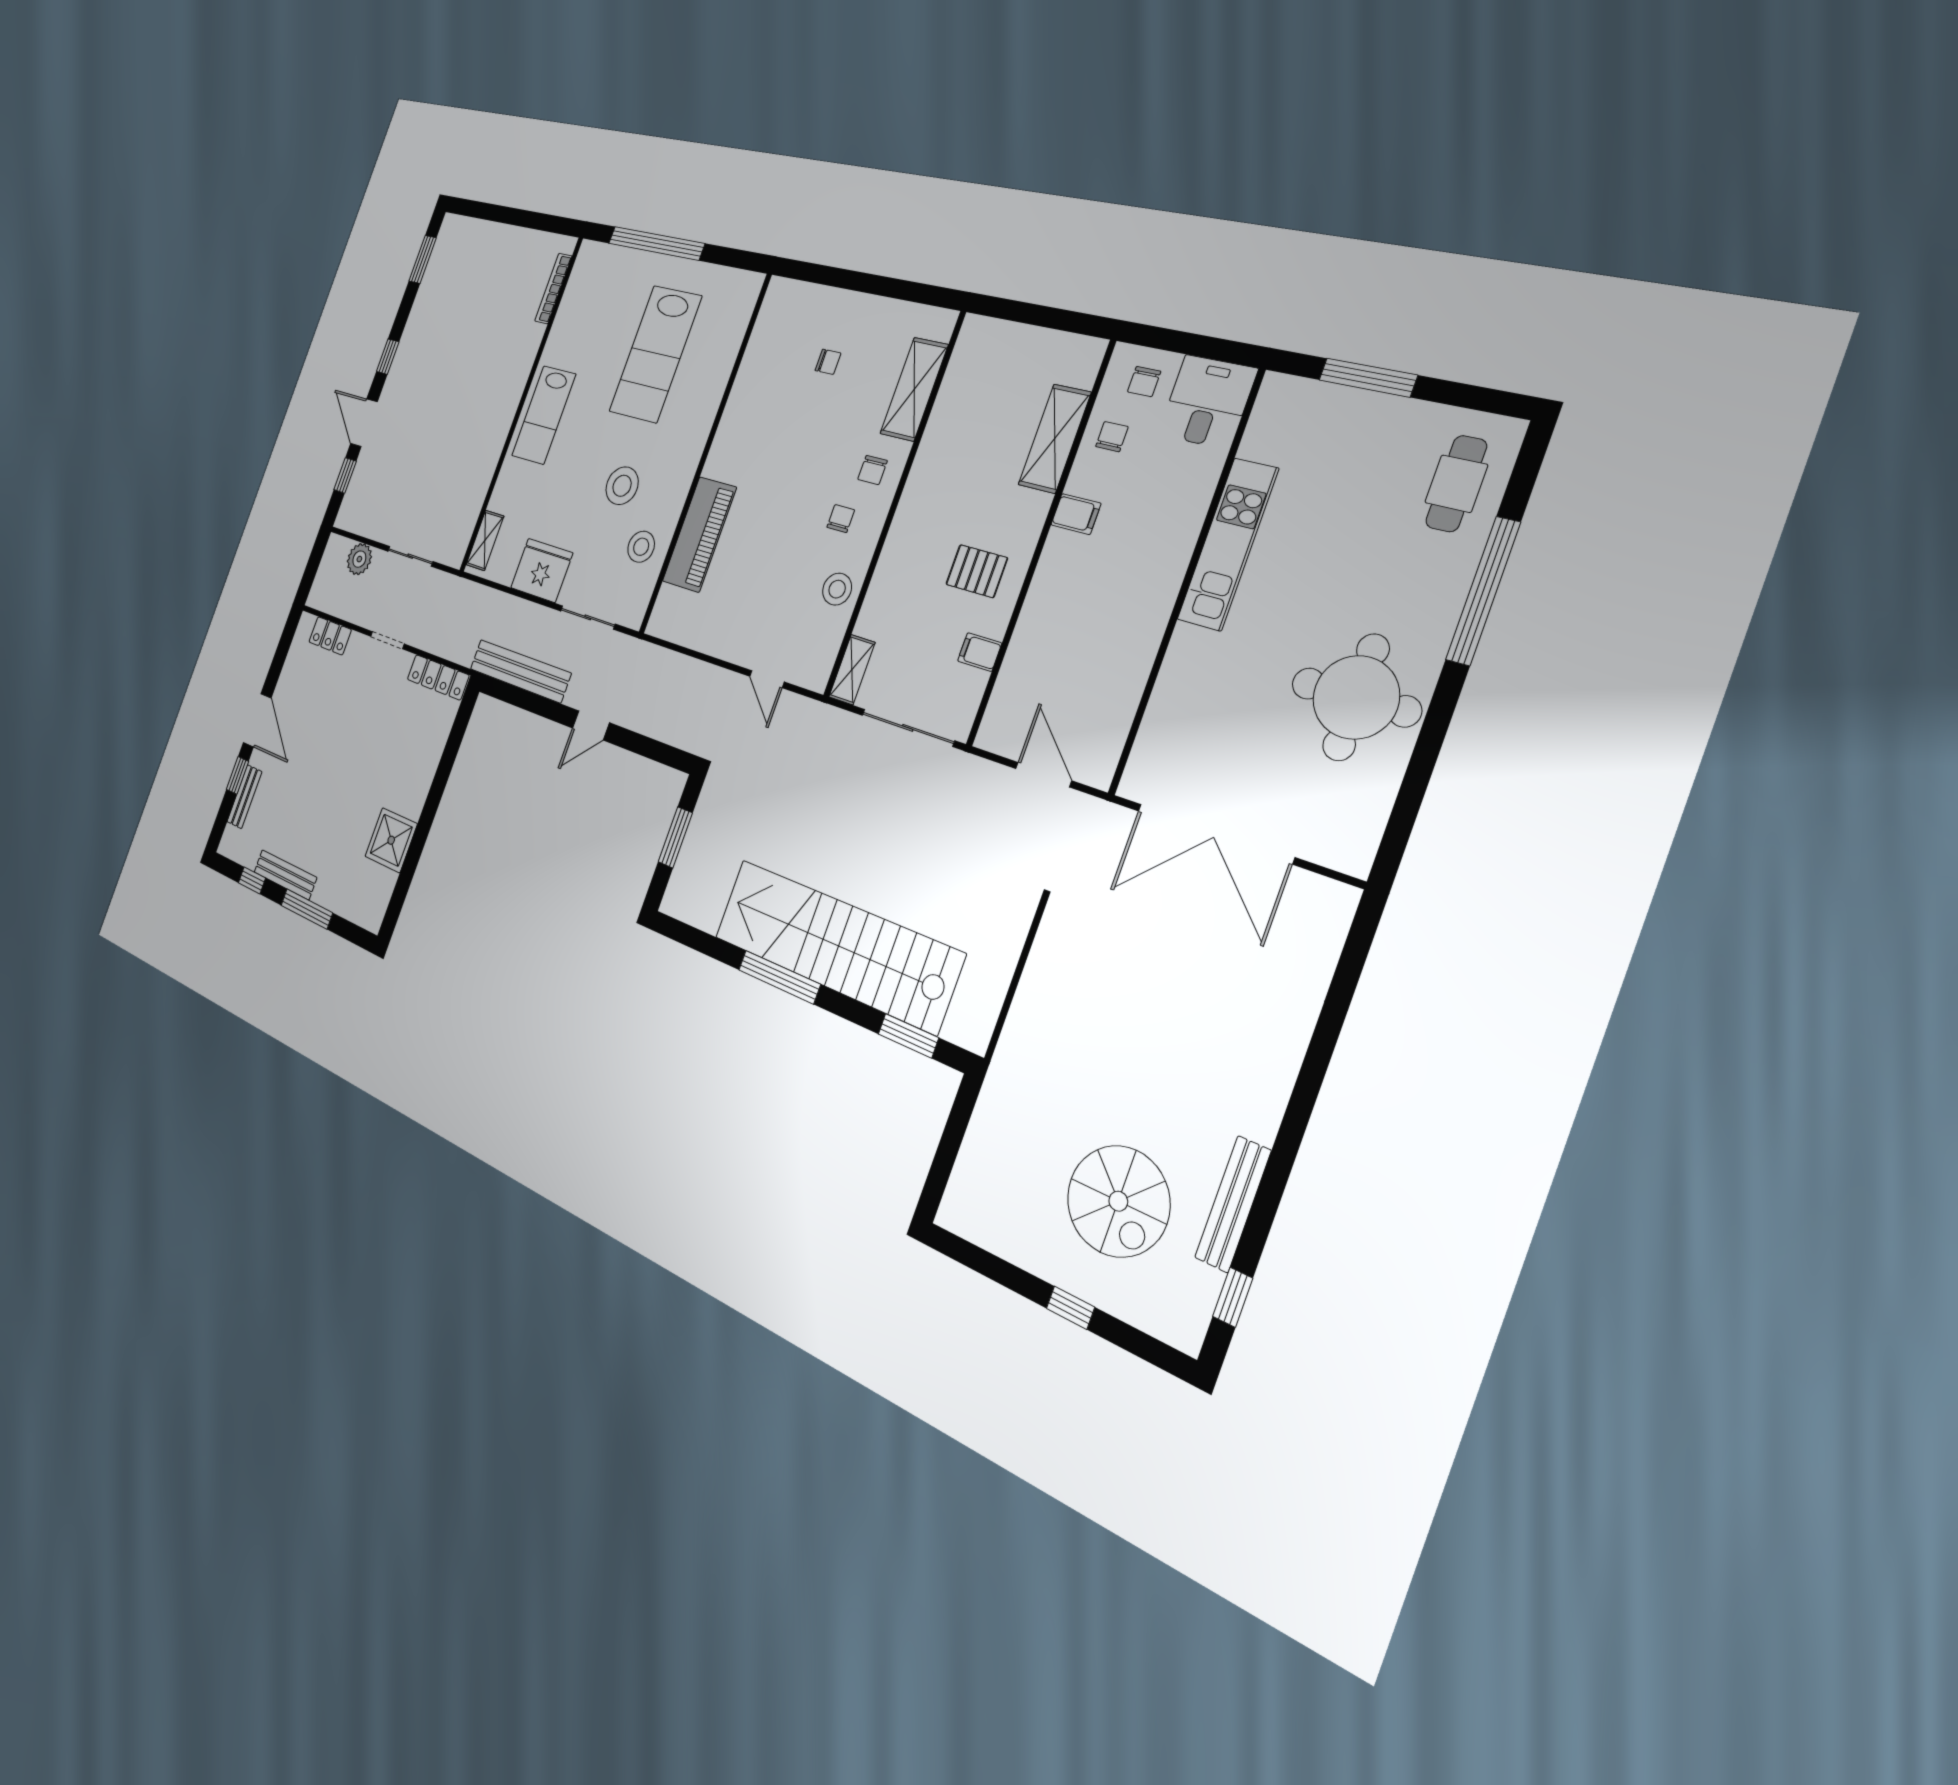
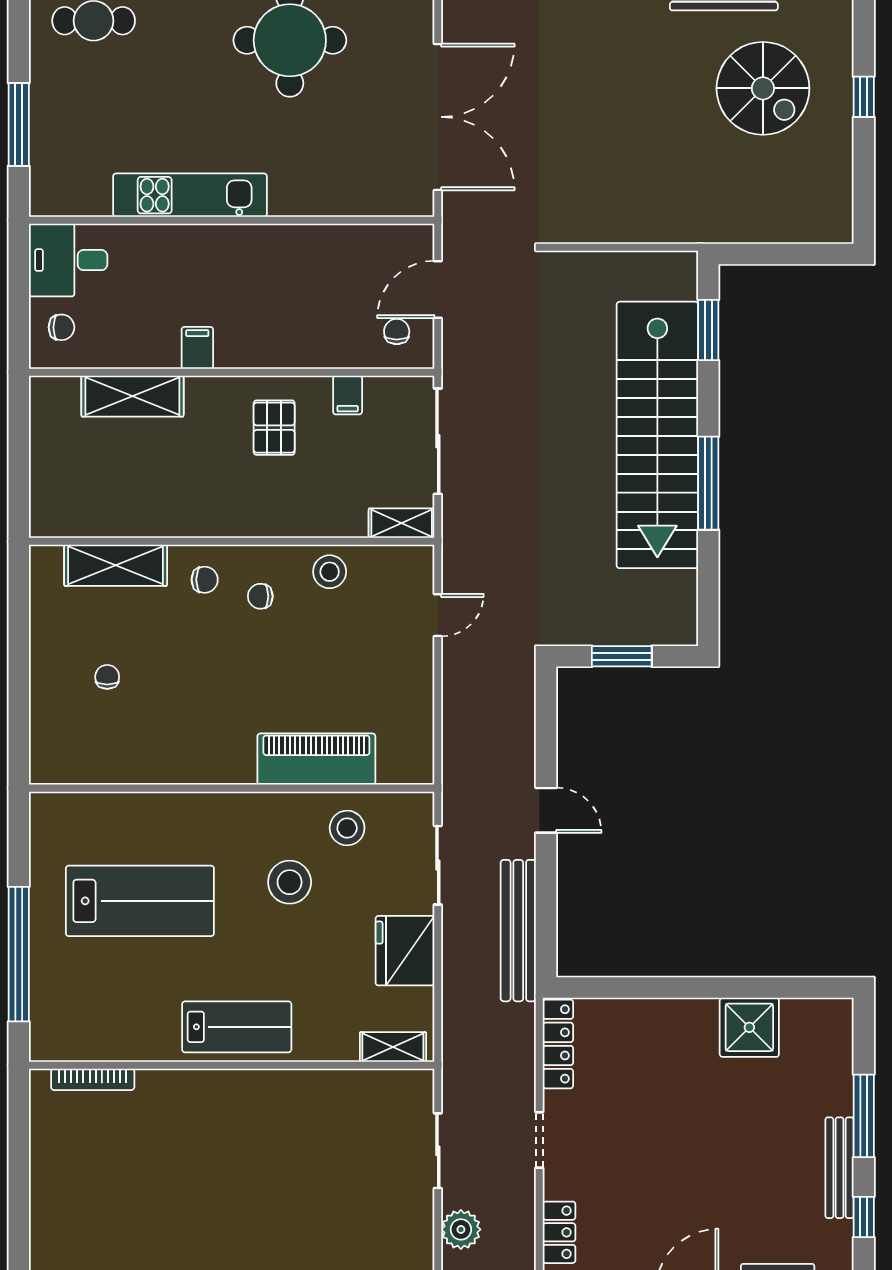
chair: (1112, 437) -> (397, 332), moved, turned 90
spiral stairs: (1118, 1201) -> (763, 88), turned 90

